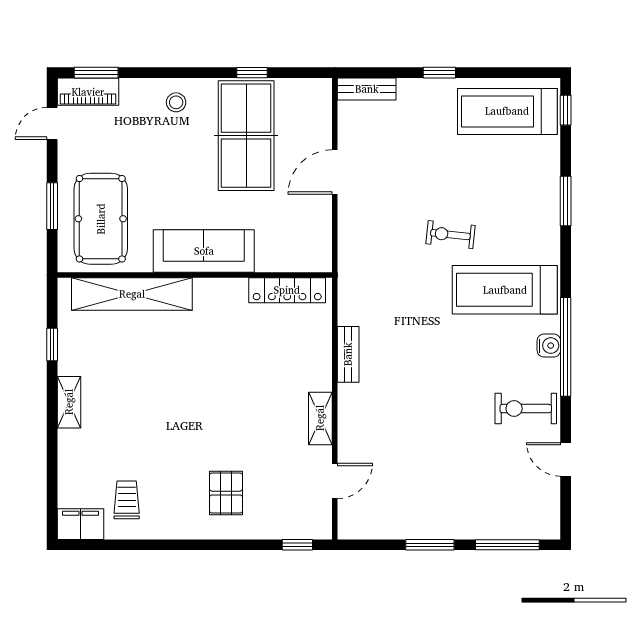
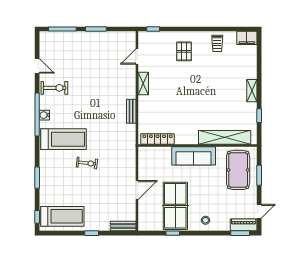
trolley: (127, 500) -> (217, 43), moved

